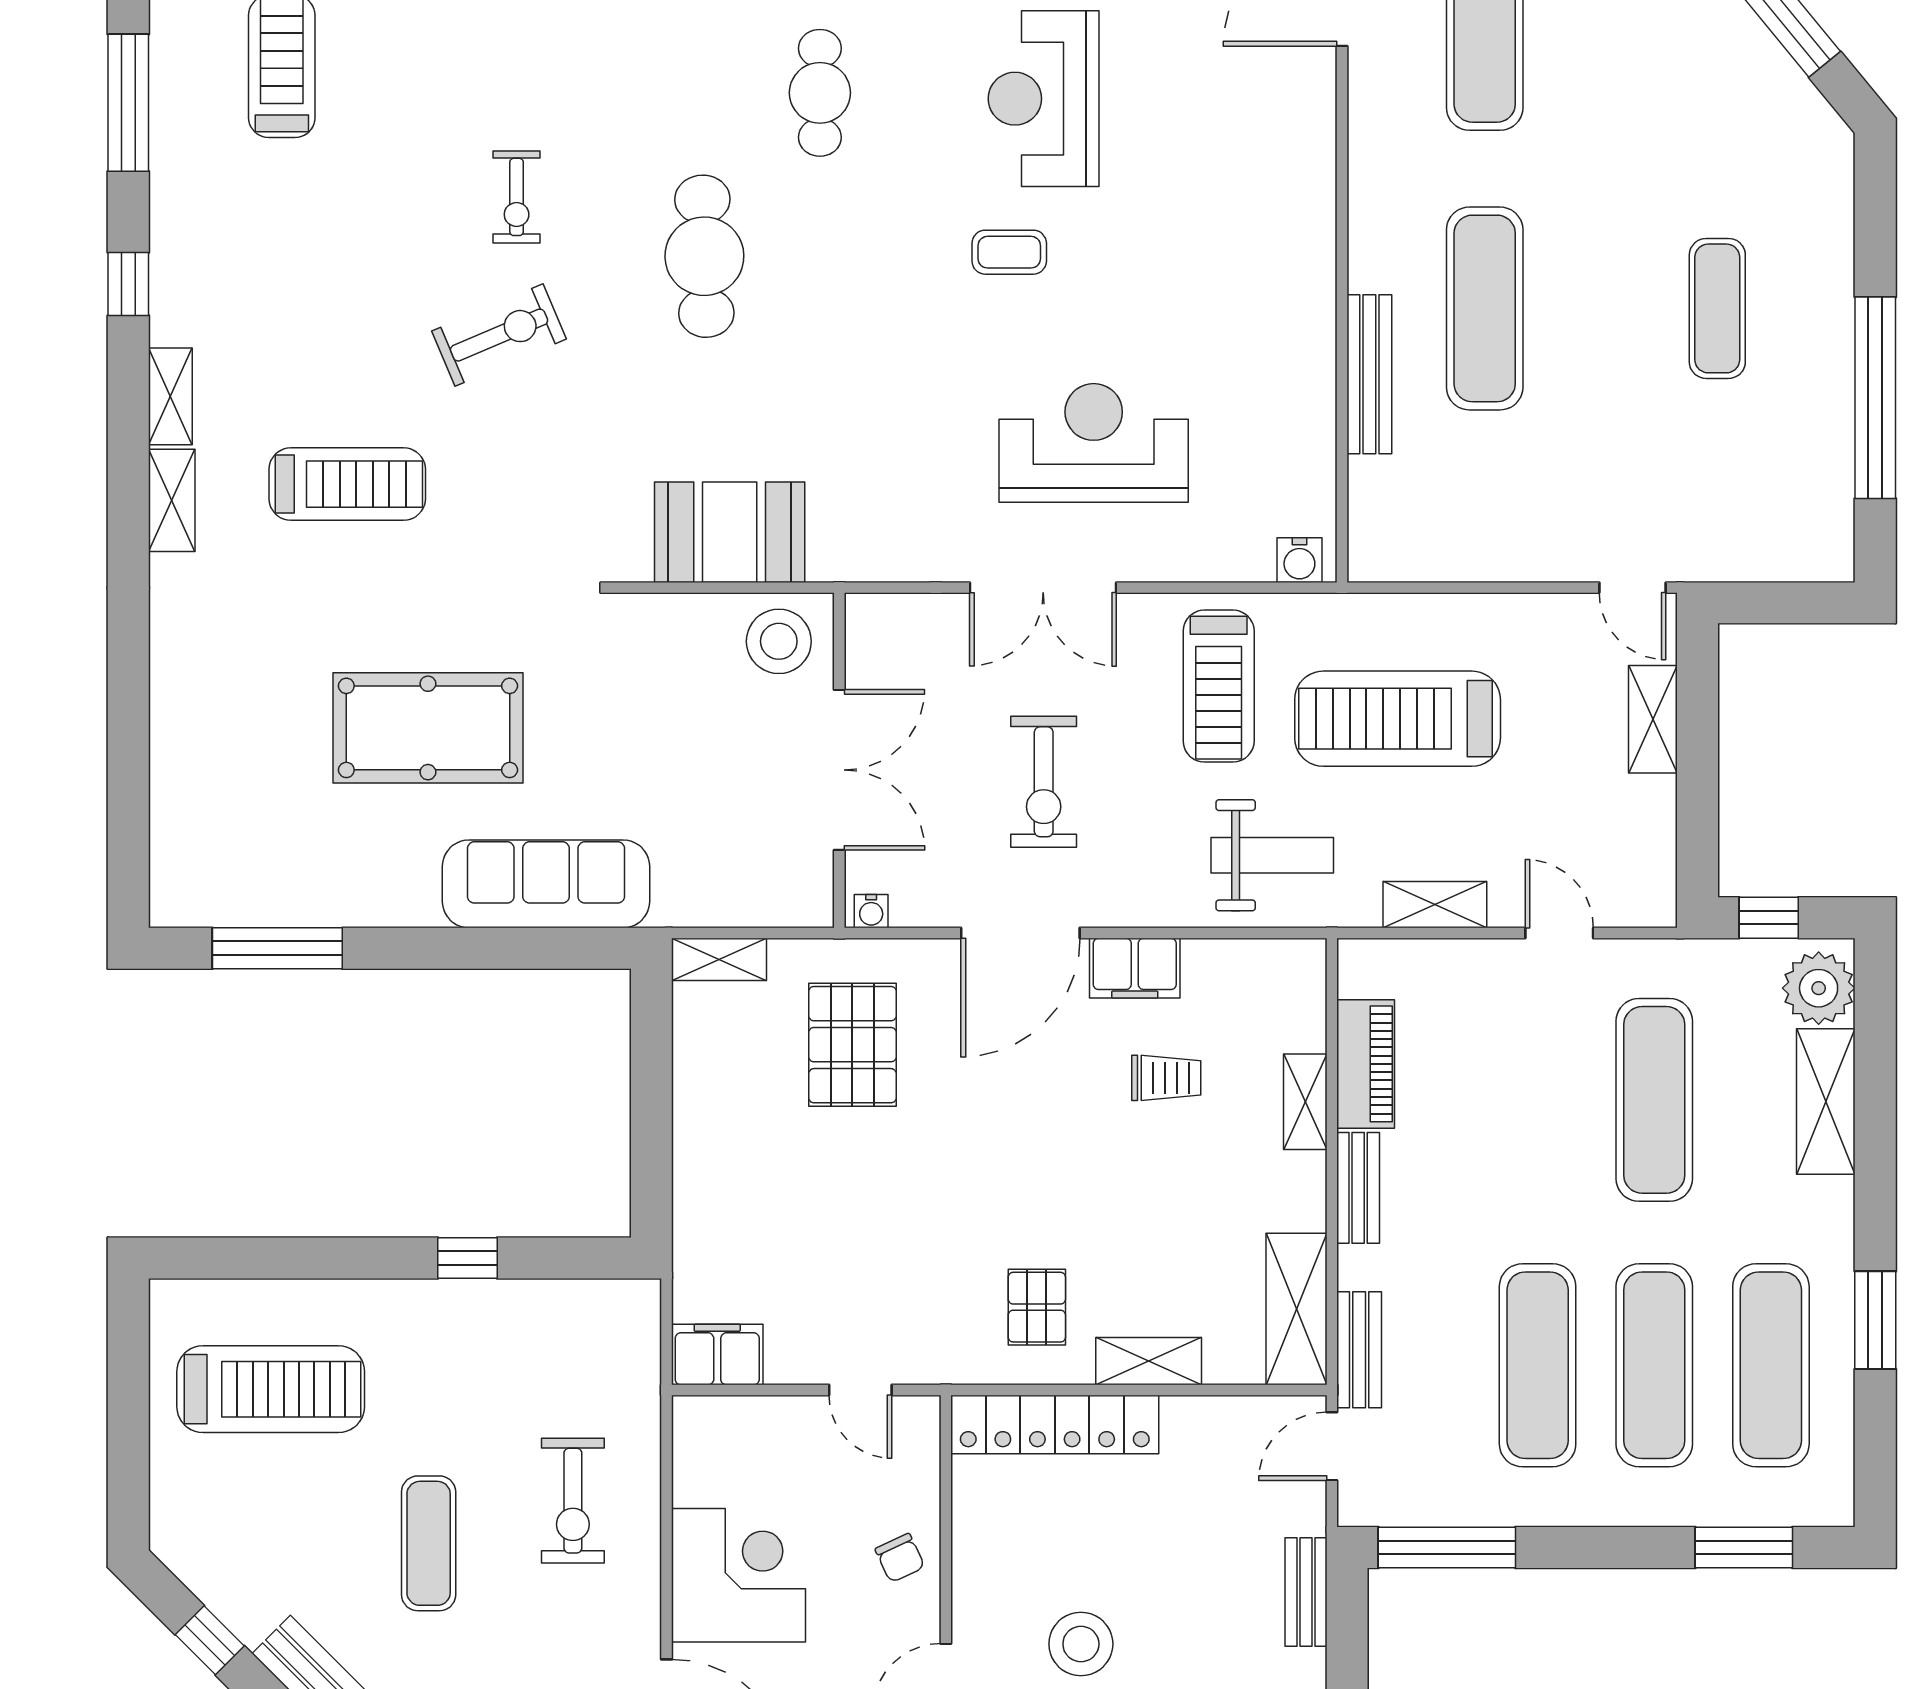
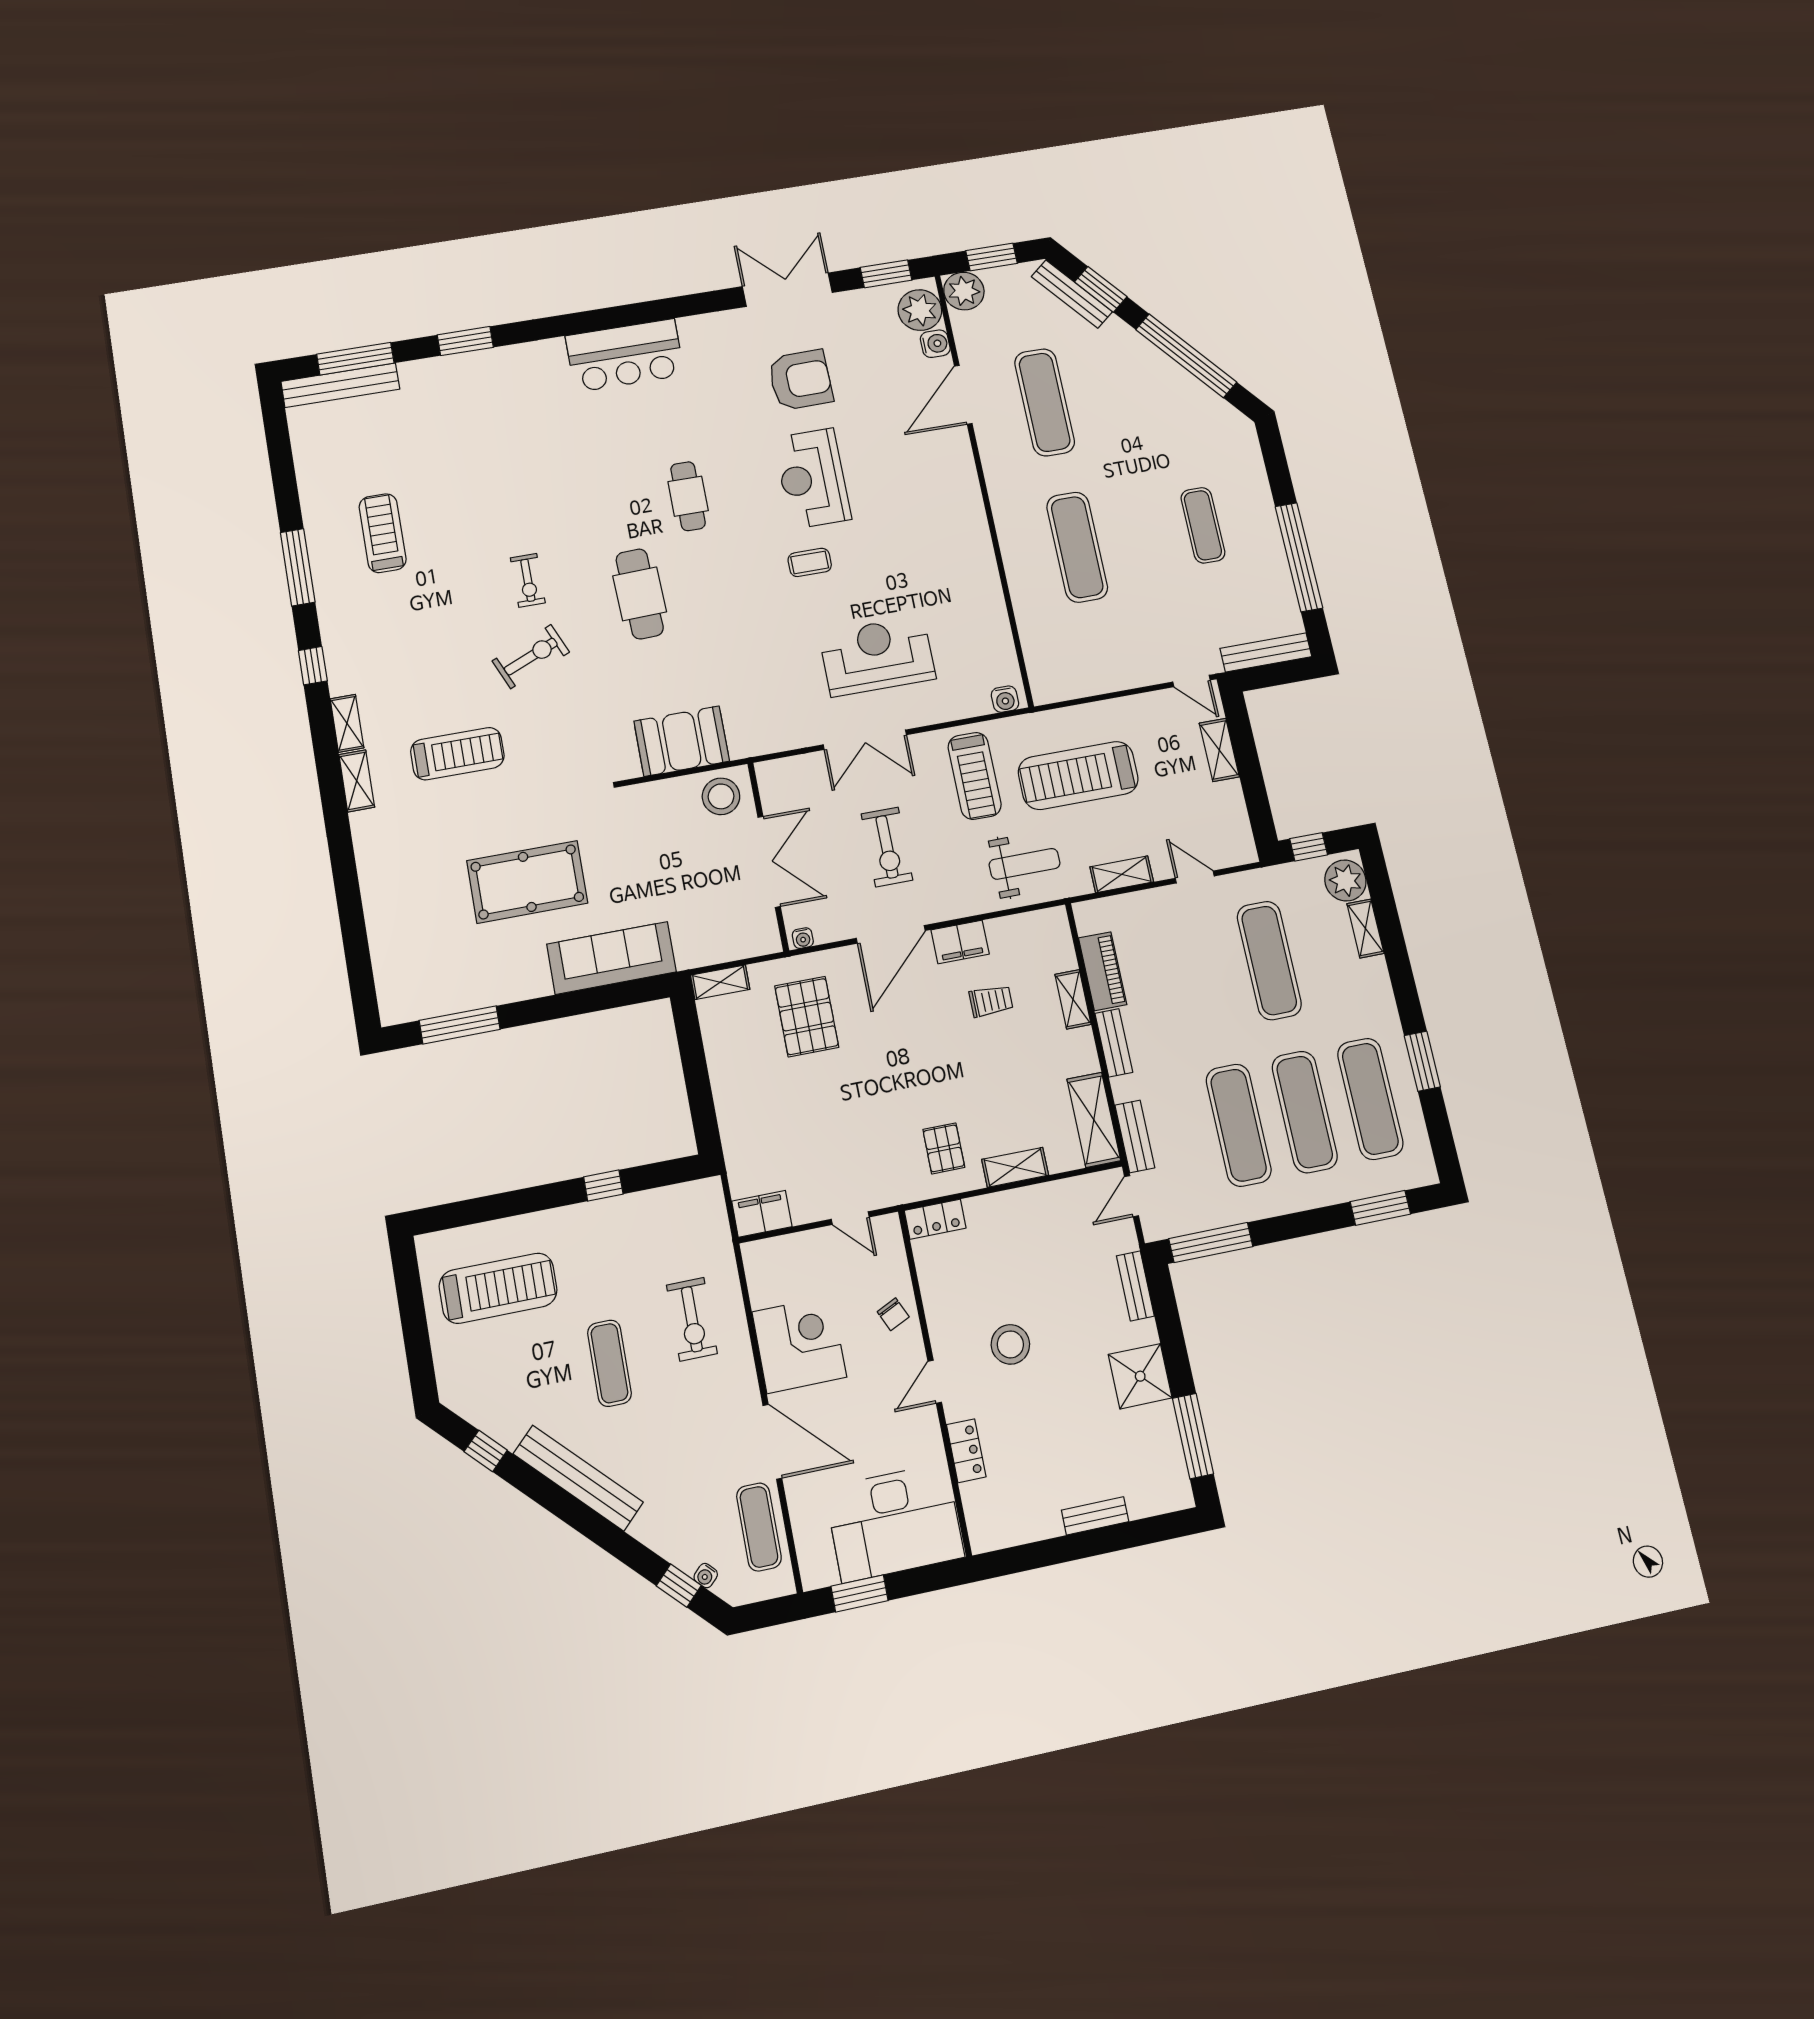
bench: (1369, 374) -> (1266, 652), moved, turned 90
shelving: (1826, 1101) -> (1365, 928), width x0.67, depth x0.75
locker: (1055, 1424) -> (935, 1219), width x0.46, depth x0.83

